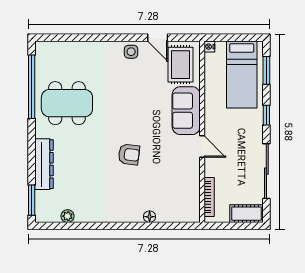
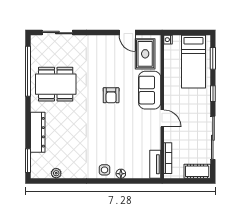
sliding door: (69, 38) -> (57, 33), added
side table: (131, 52) -> (104, 170), moved
armchair: (129, 154) -> (111, 95), moved, turned 83
tv unit: (193, 205) -> (155, 164), added

